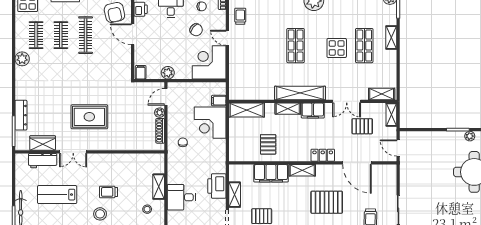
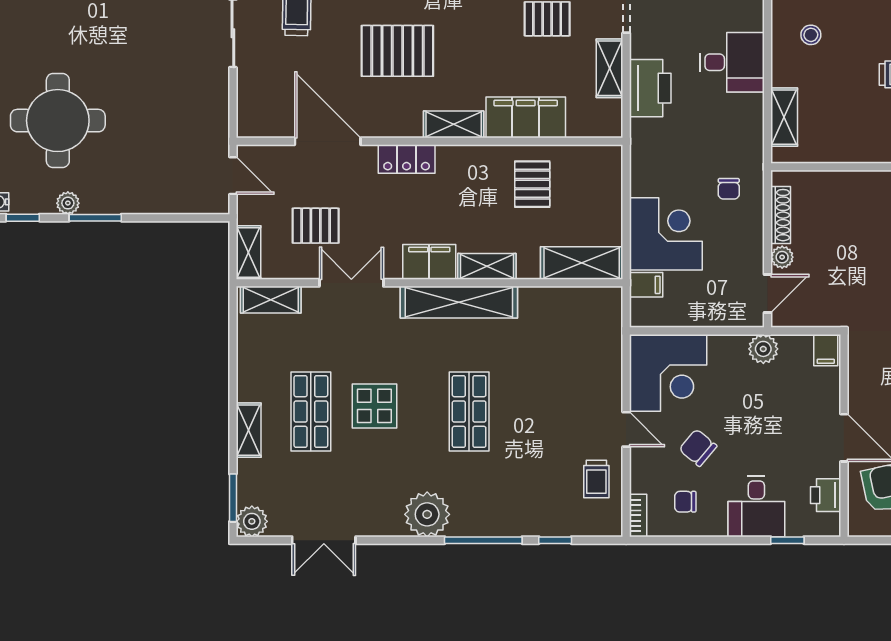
shelving: (159, 187) -> (784, 117), moved

